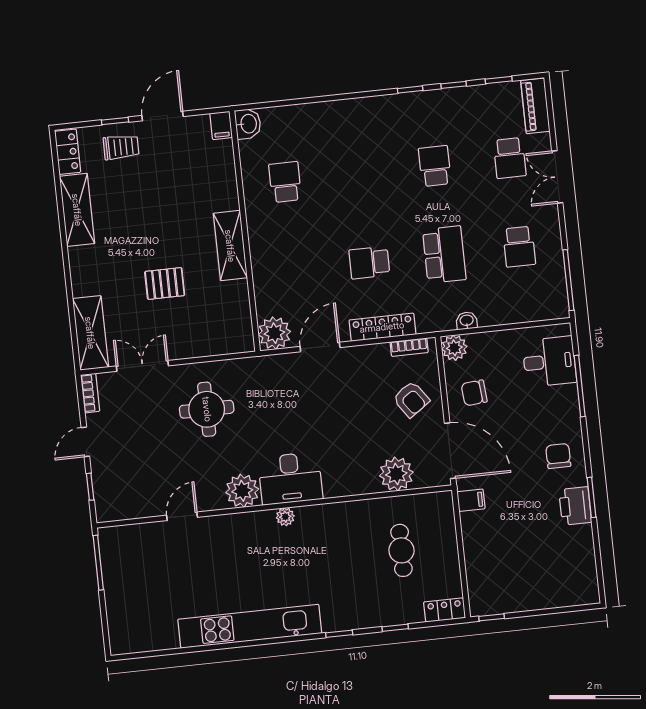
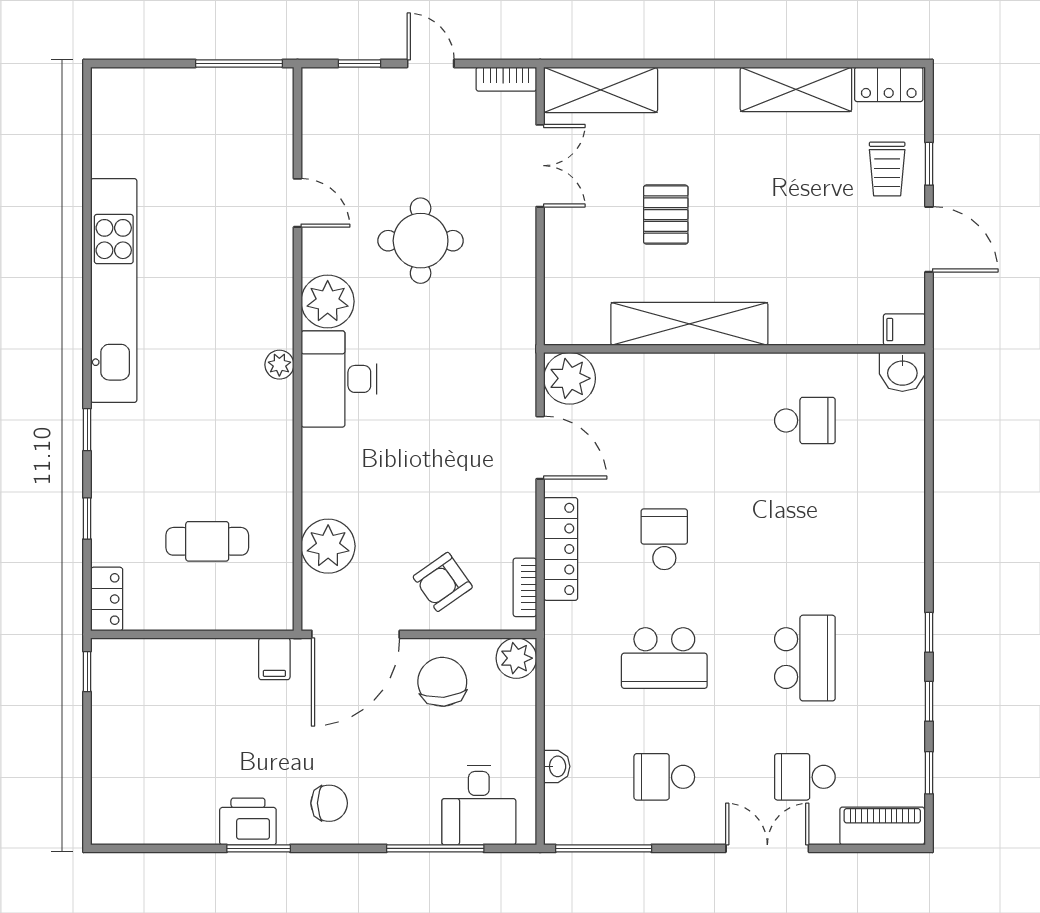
school desk: (435, 166) -> (805, 658), width x1.85
shelving: (230, 246) -> (689, 324), width x1.47
washbasin: (467, 321) -> (557, 766), moved
chair: (474, 393) -> (442, 682), width x1.37, depth x1.37
round table: (207, 409) -> (421, 241), moved

